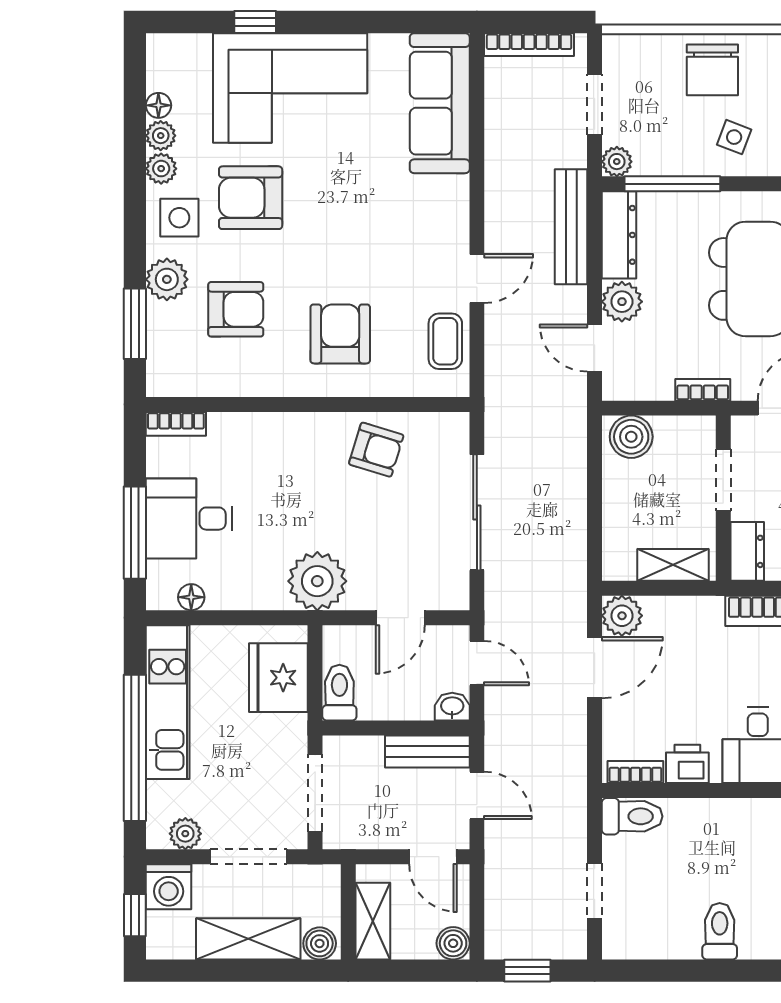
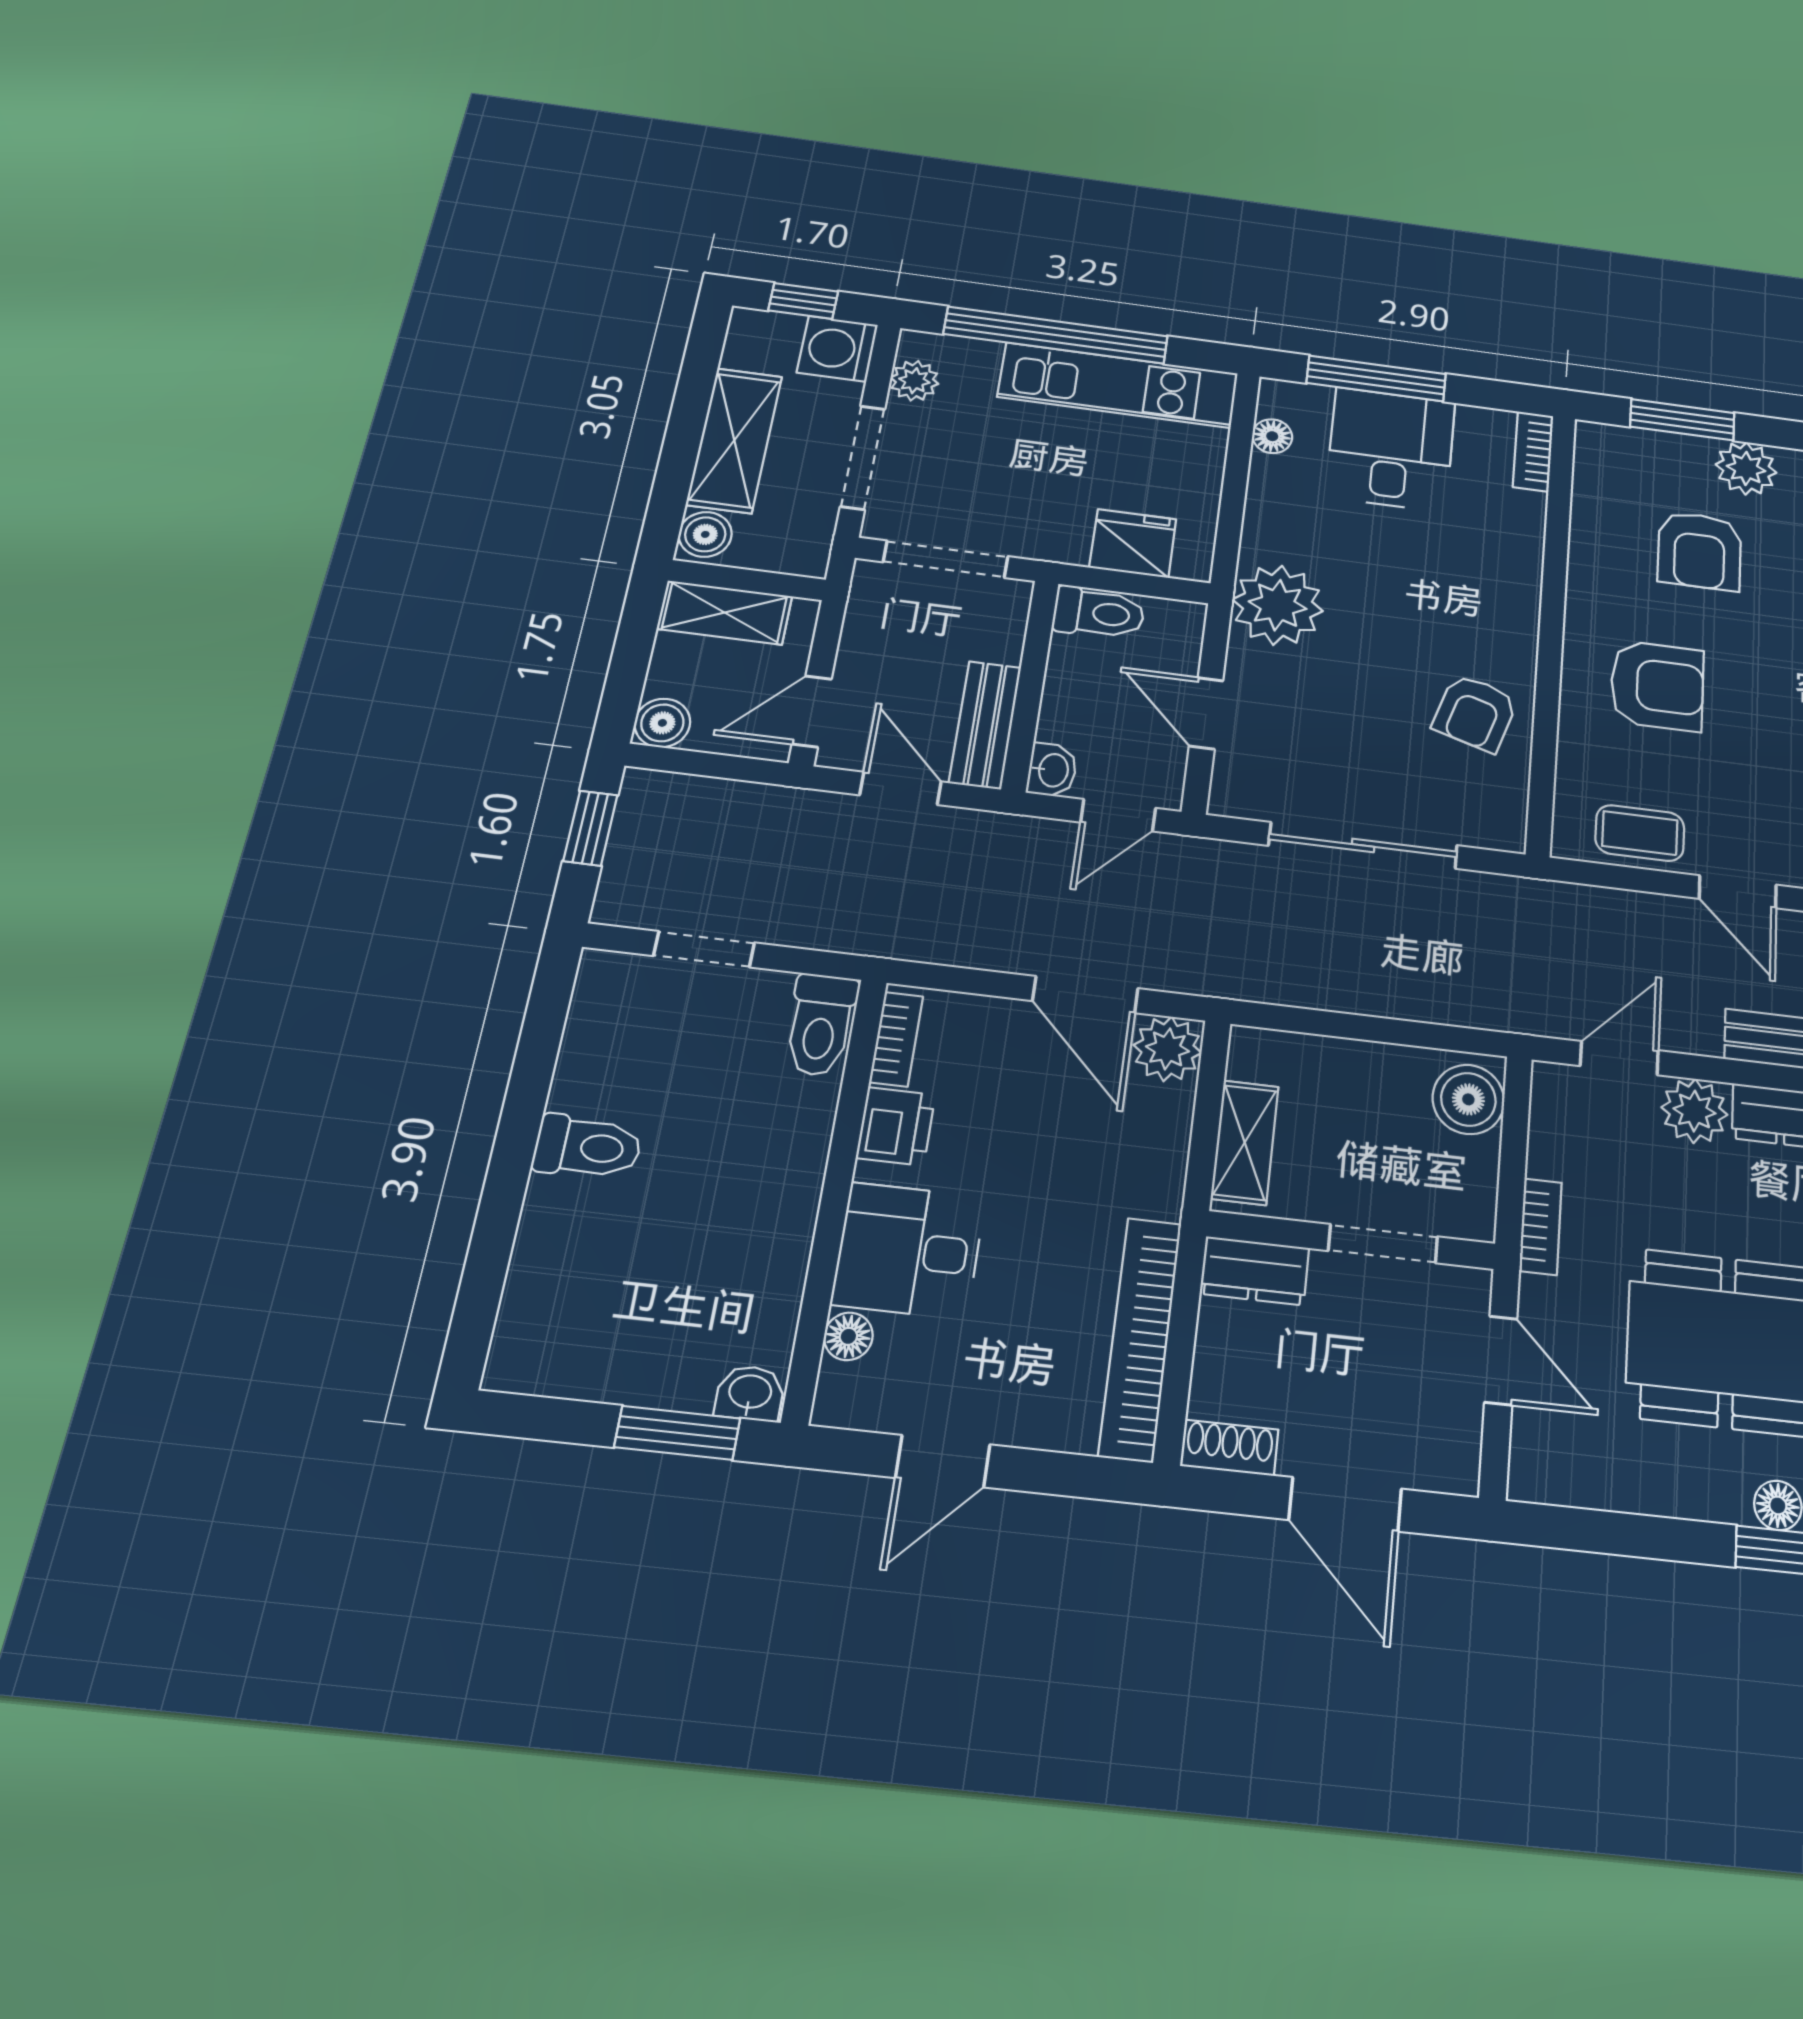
fridge: (278, 678) -> (1133, 543), width x0.73, depth x0.75
door: (477, 795) -> (900, 788), swing flipped

